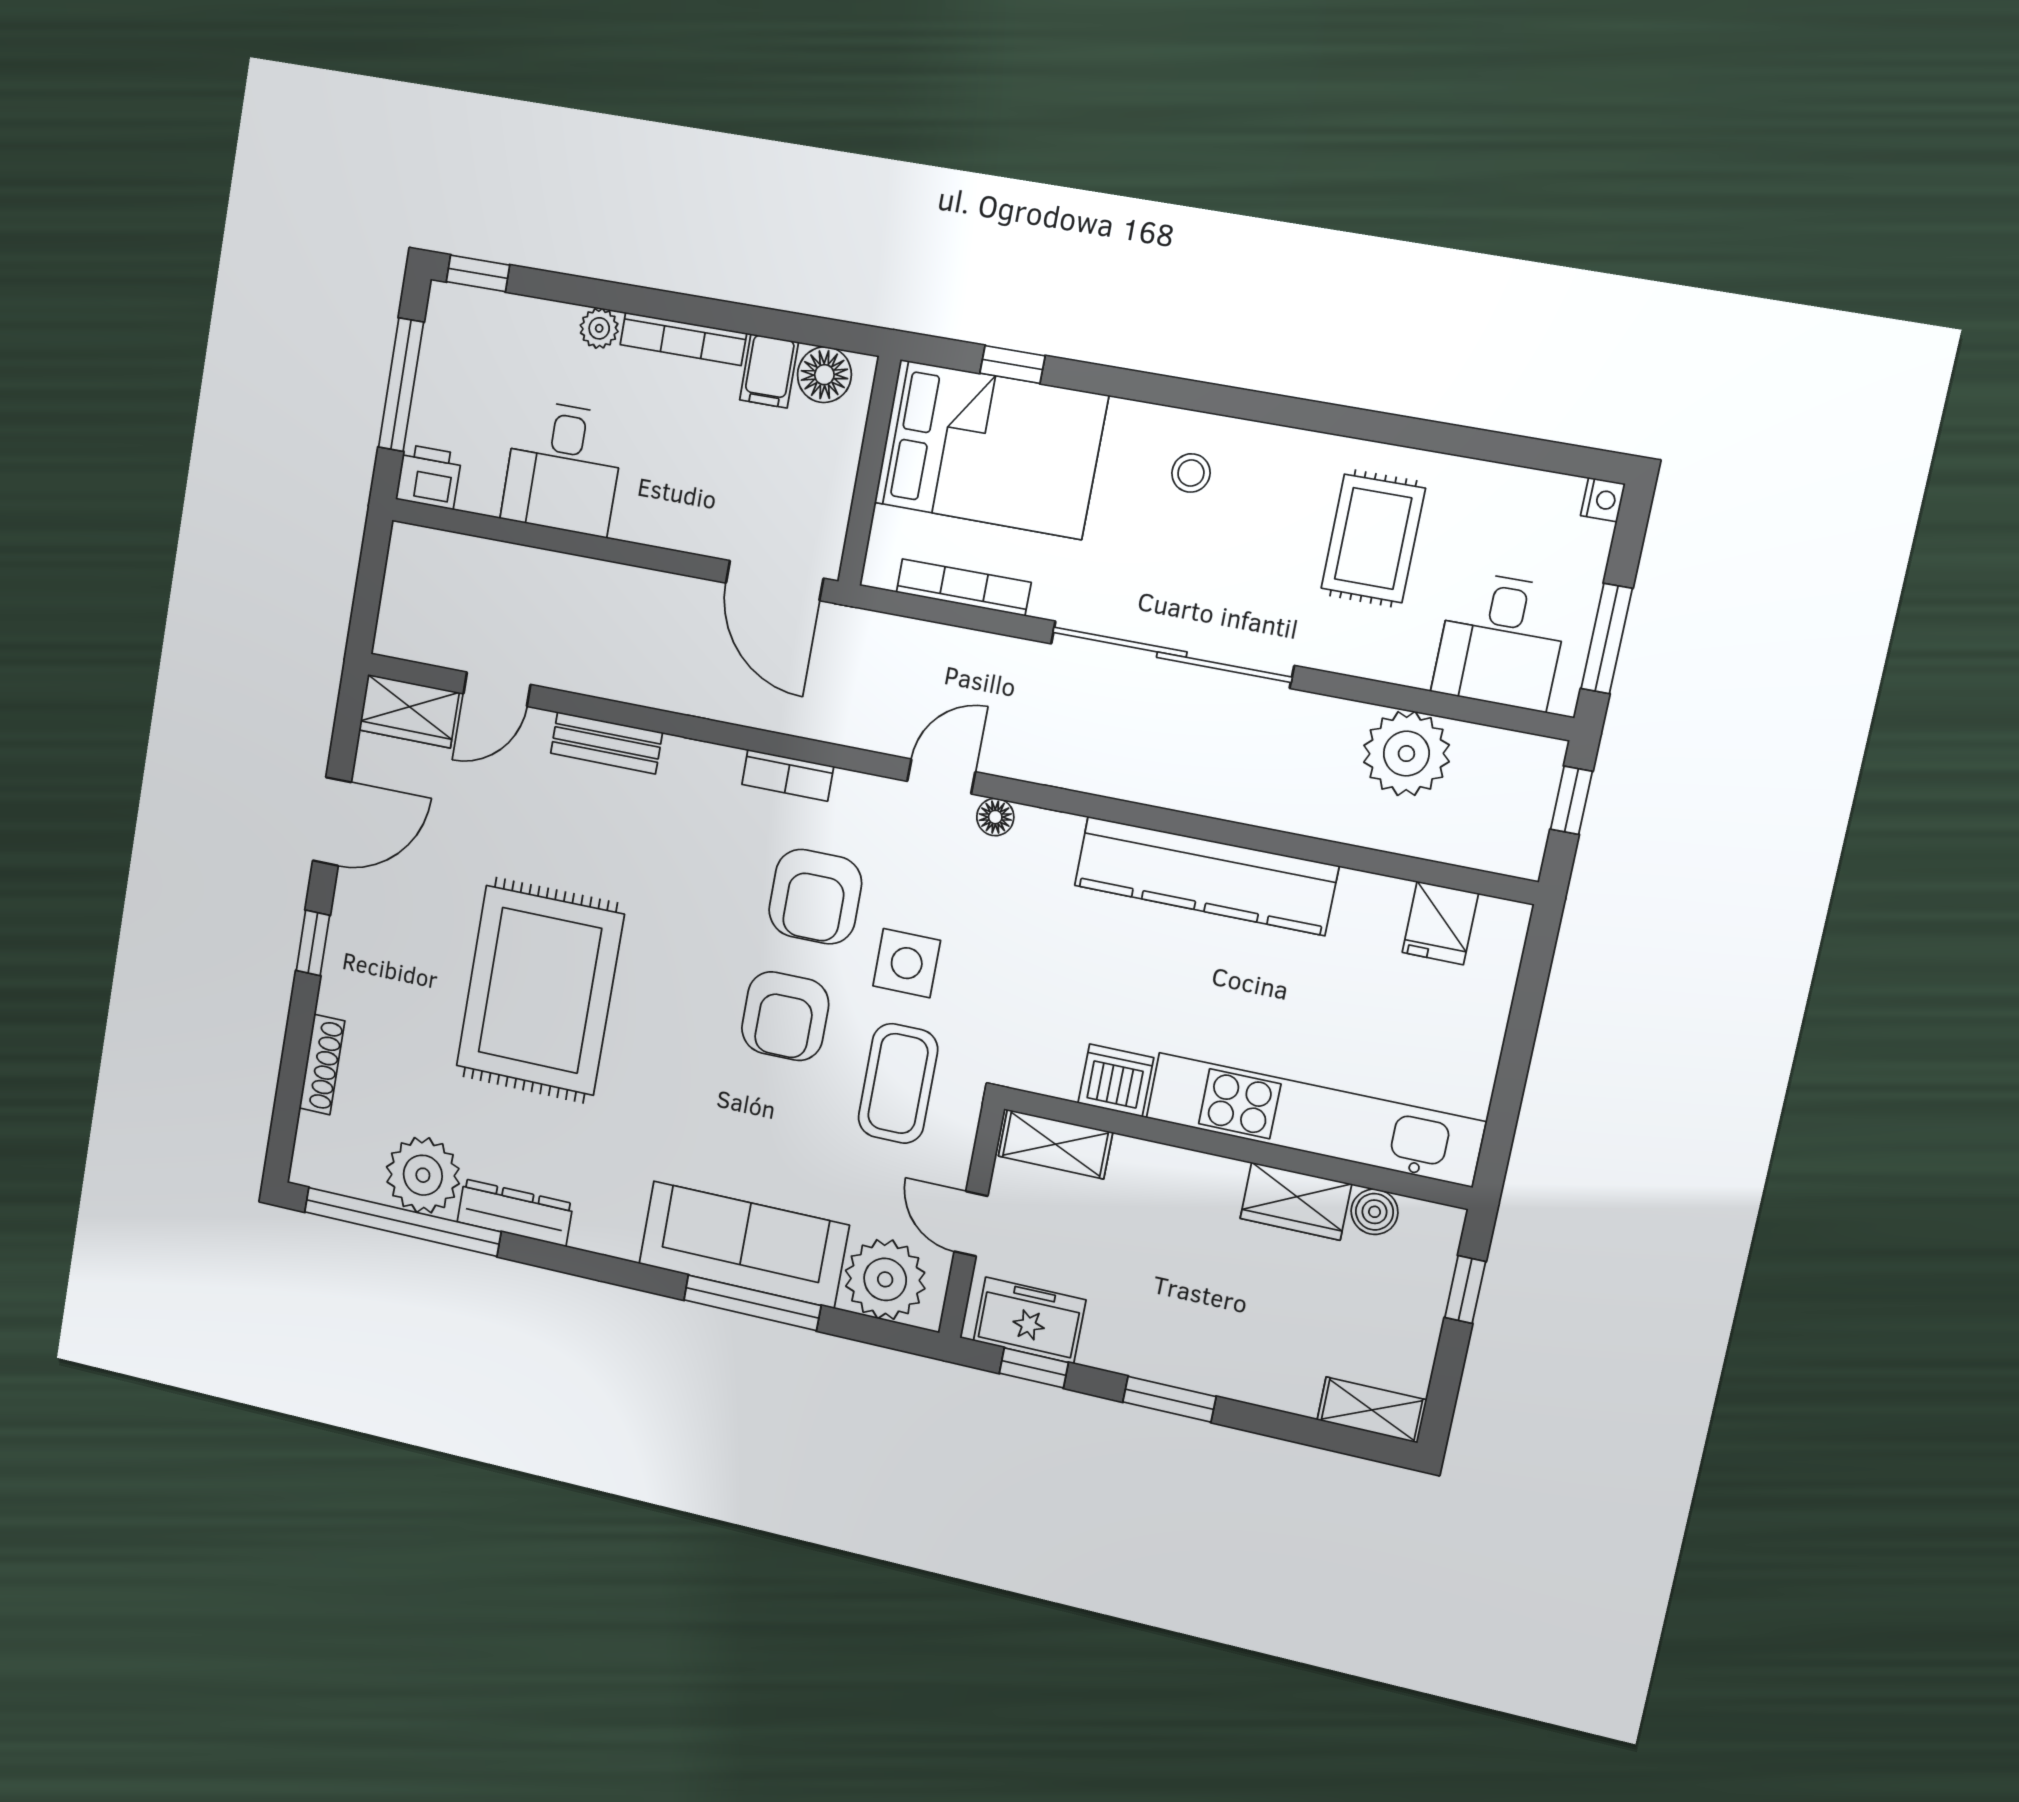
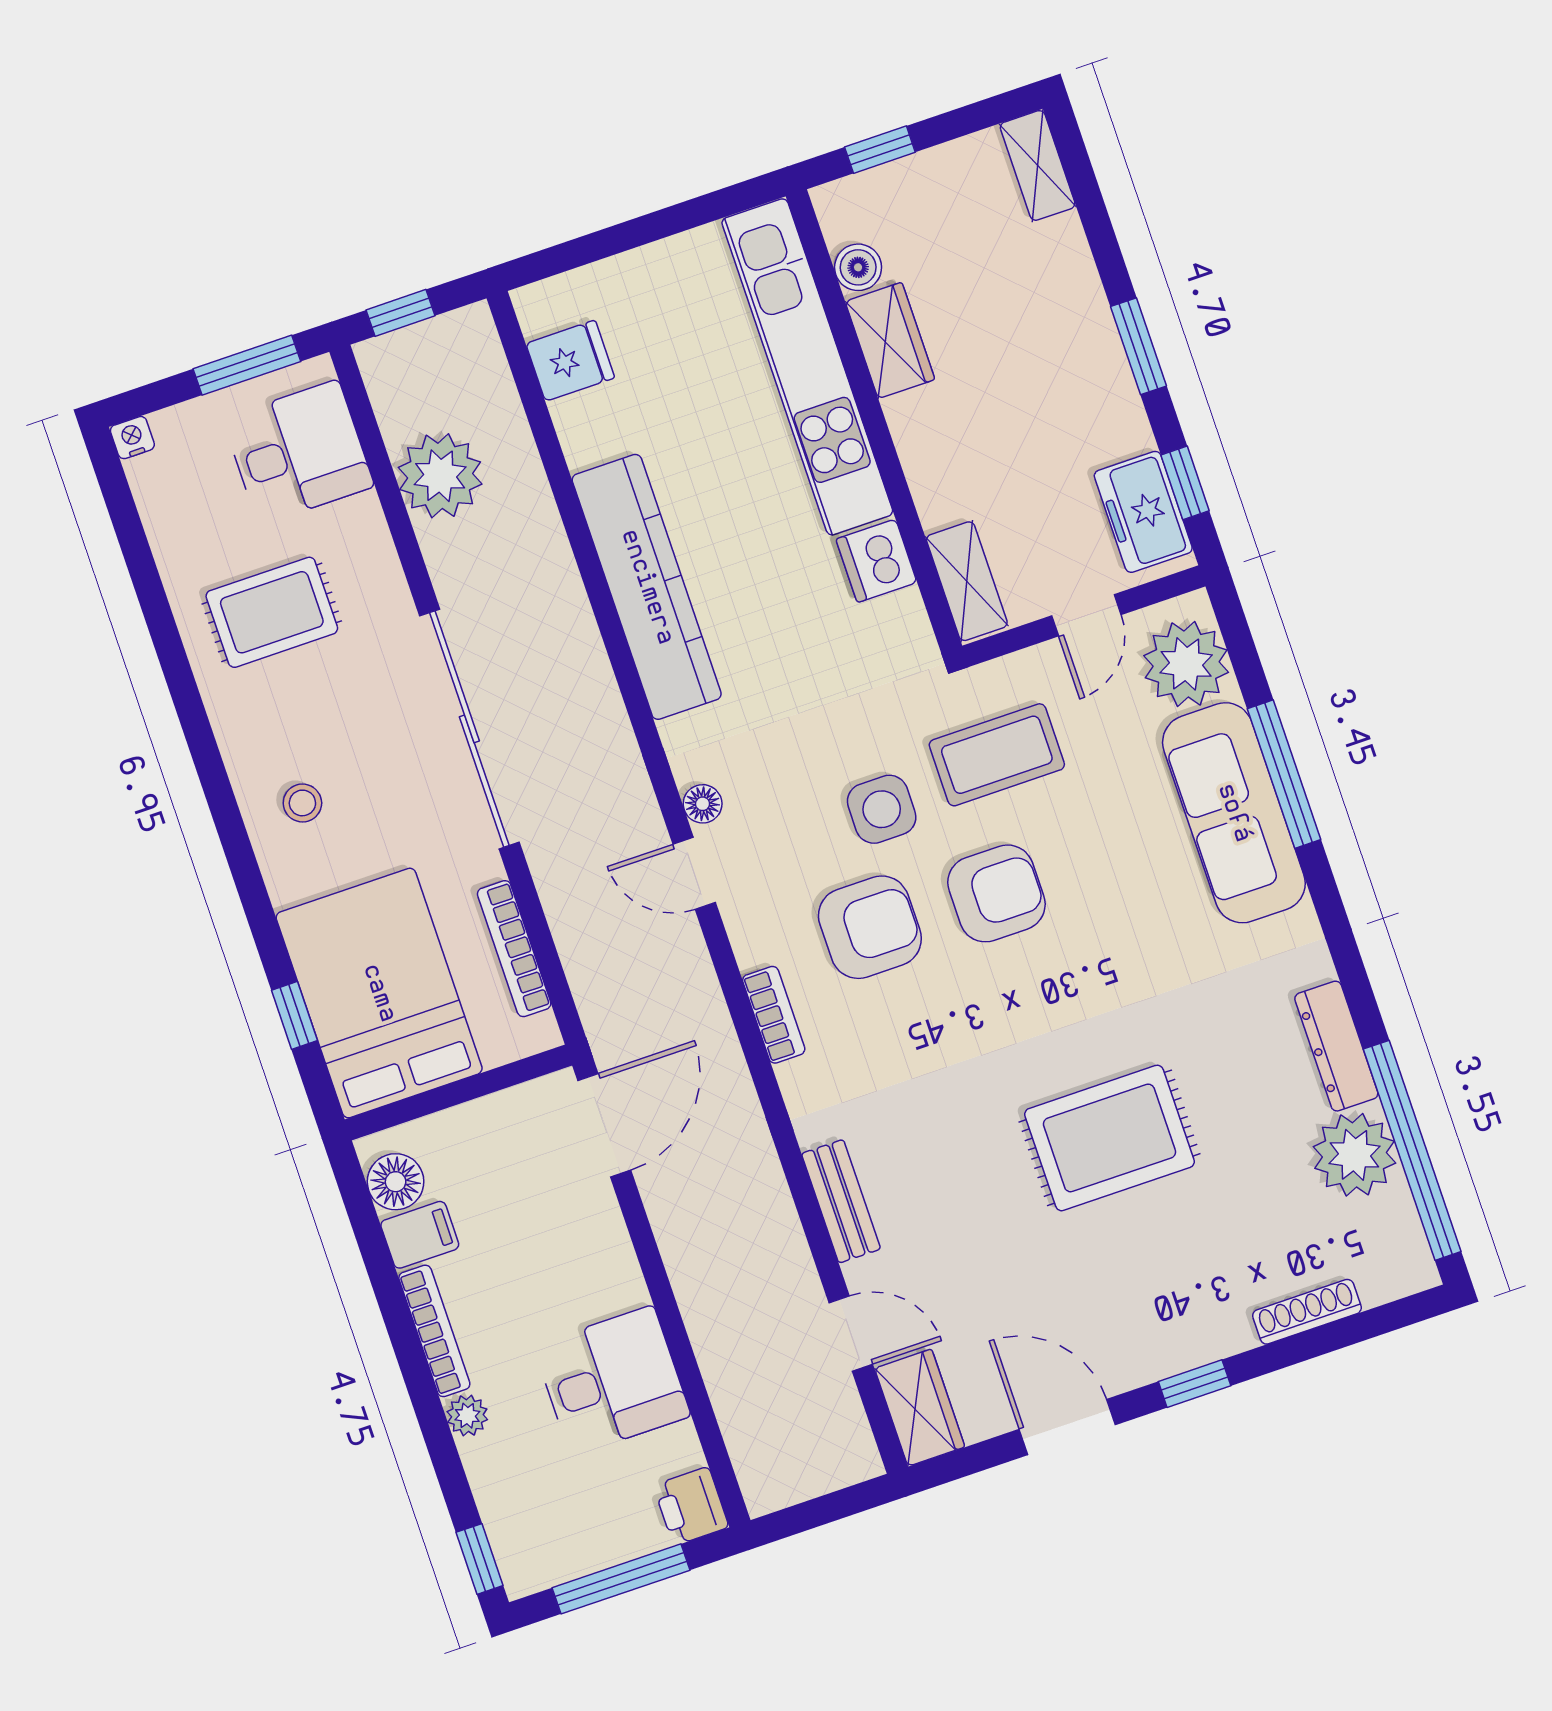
rug: (540, 990) -> (1109, 1138), width x0.73, depth x0.69

